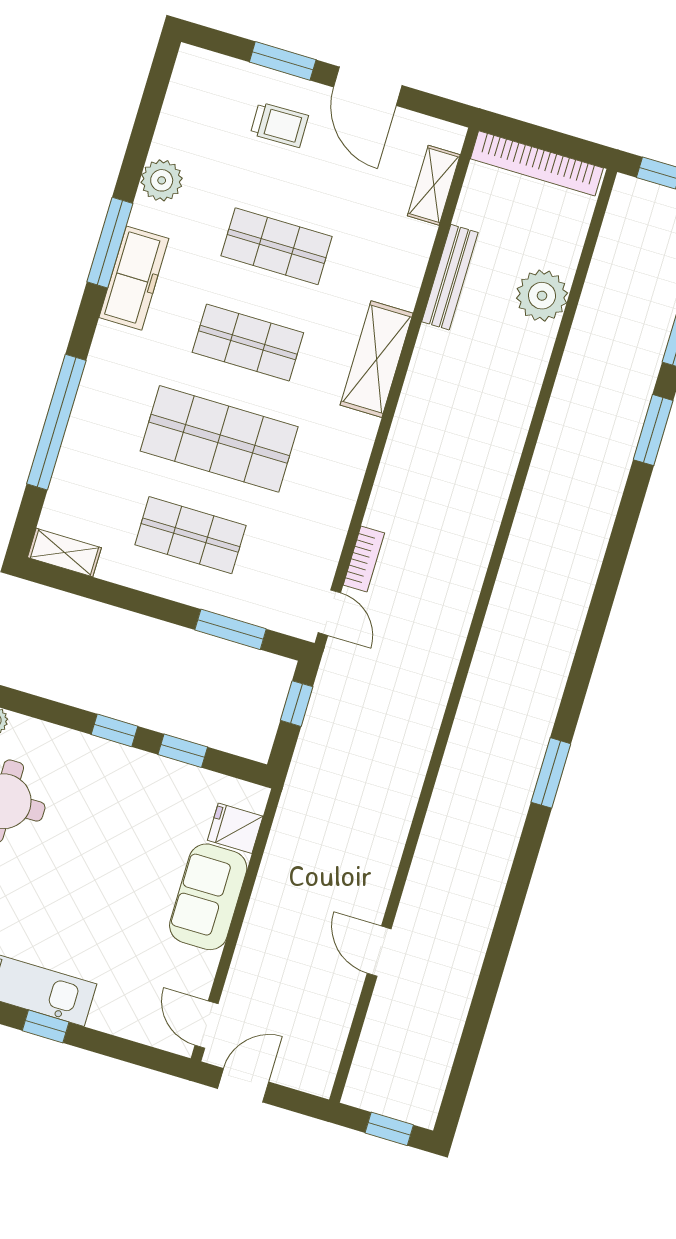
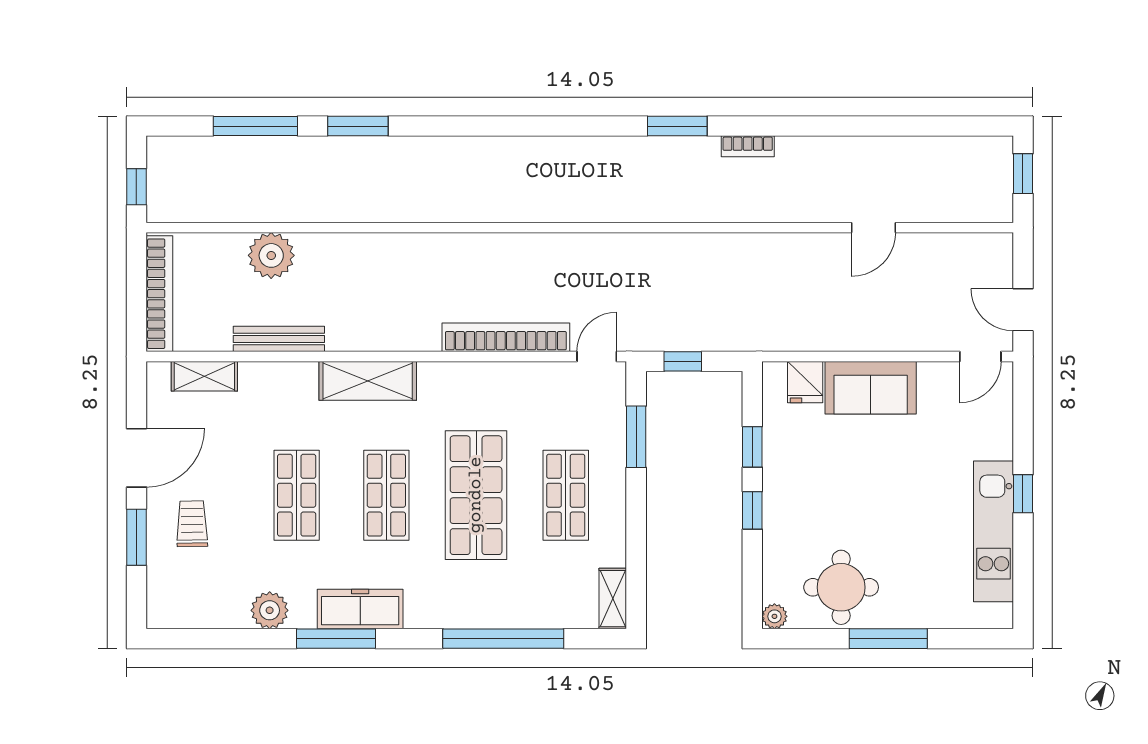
bookcase: (364, 559) -> (506, 337), width x2.31, depth x1.31
bookcase: (507, 842) -> (748, 146), added

